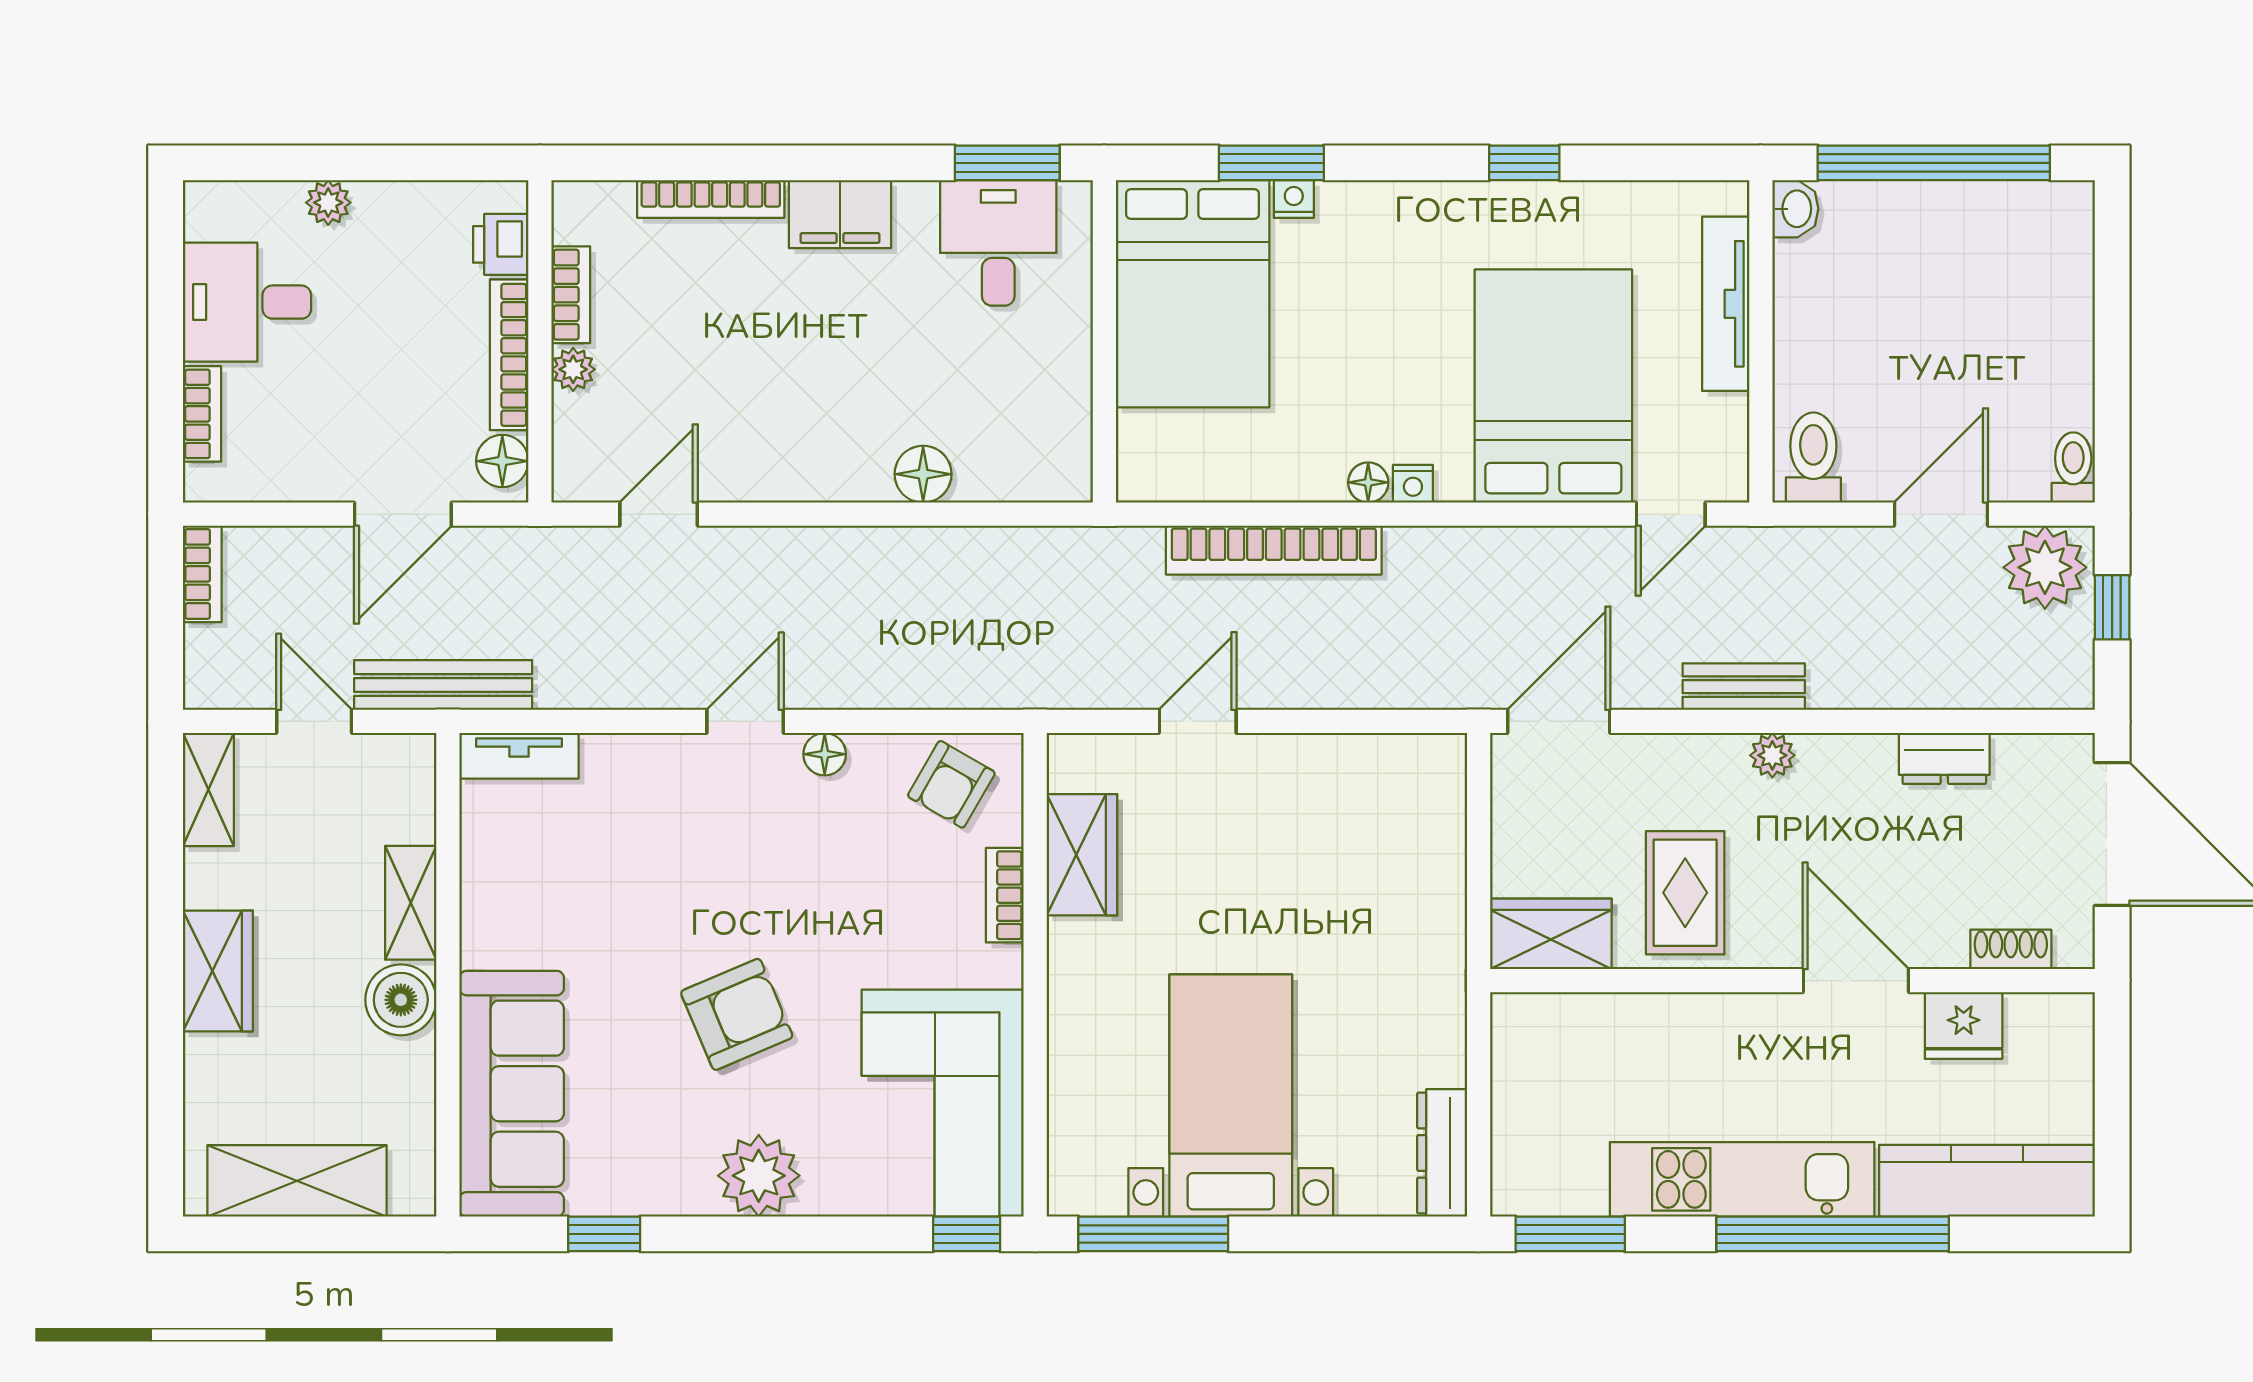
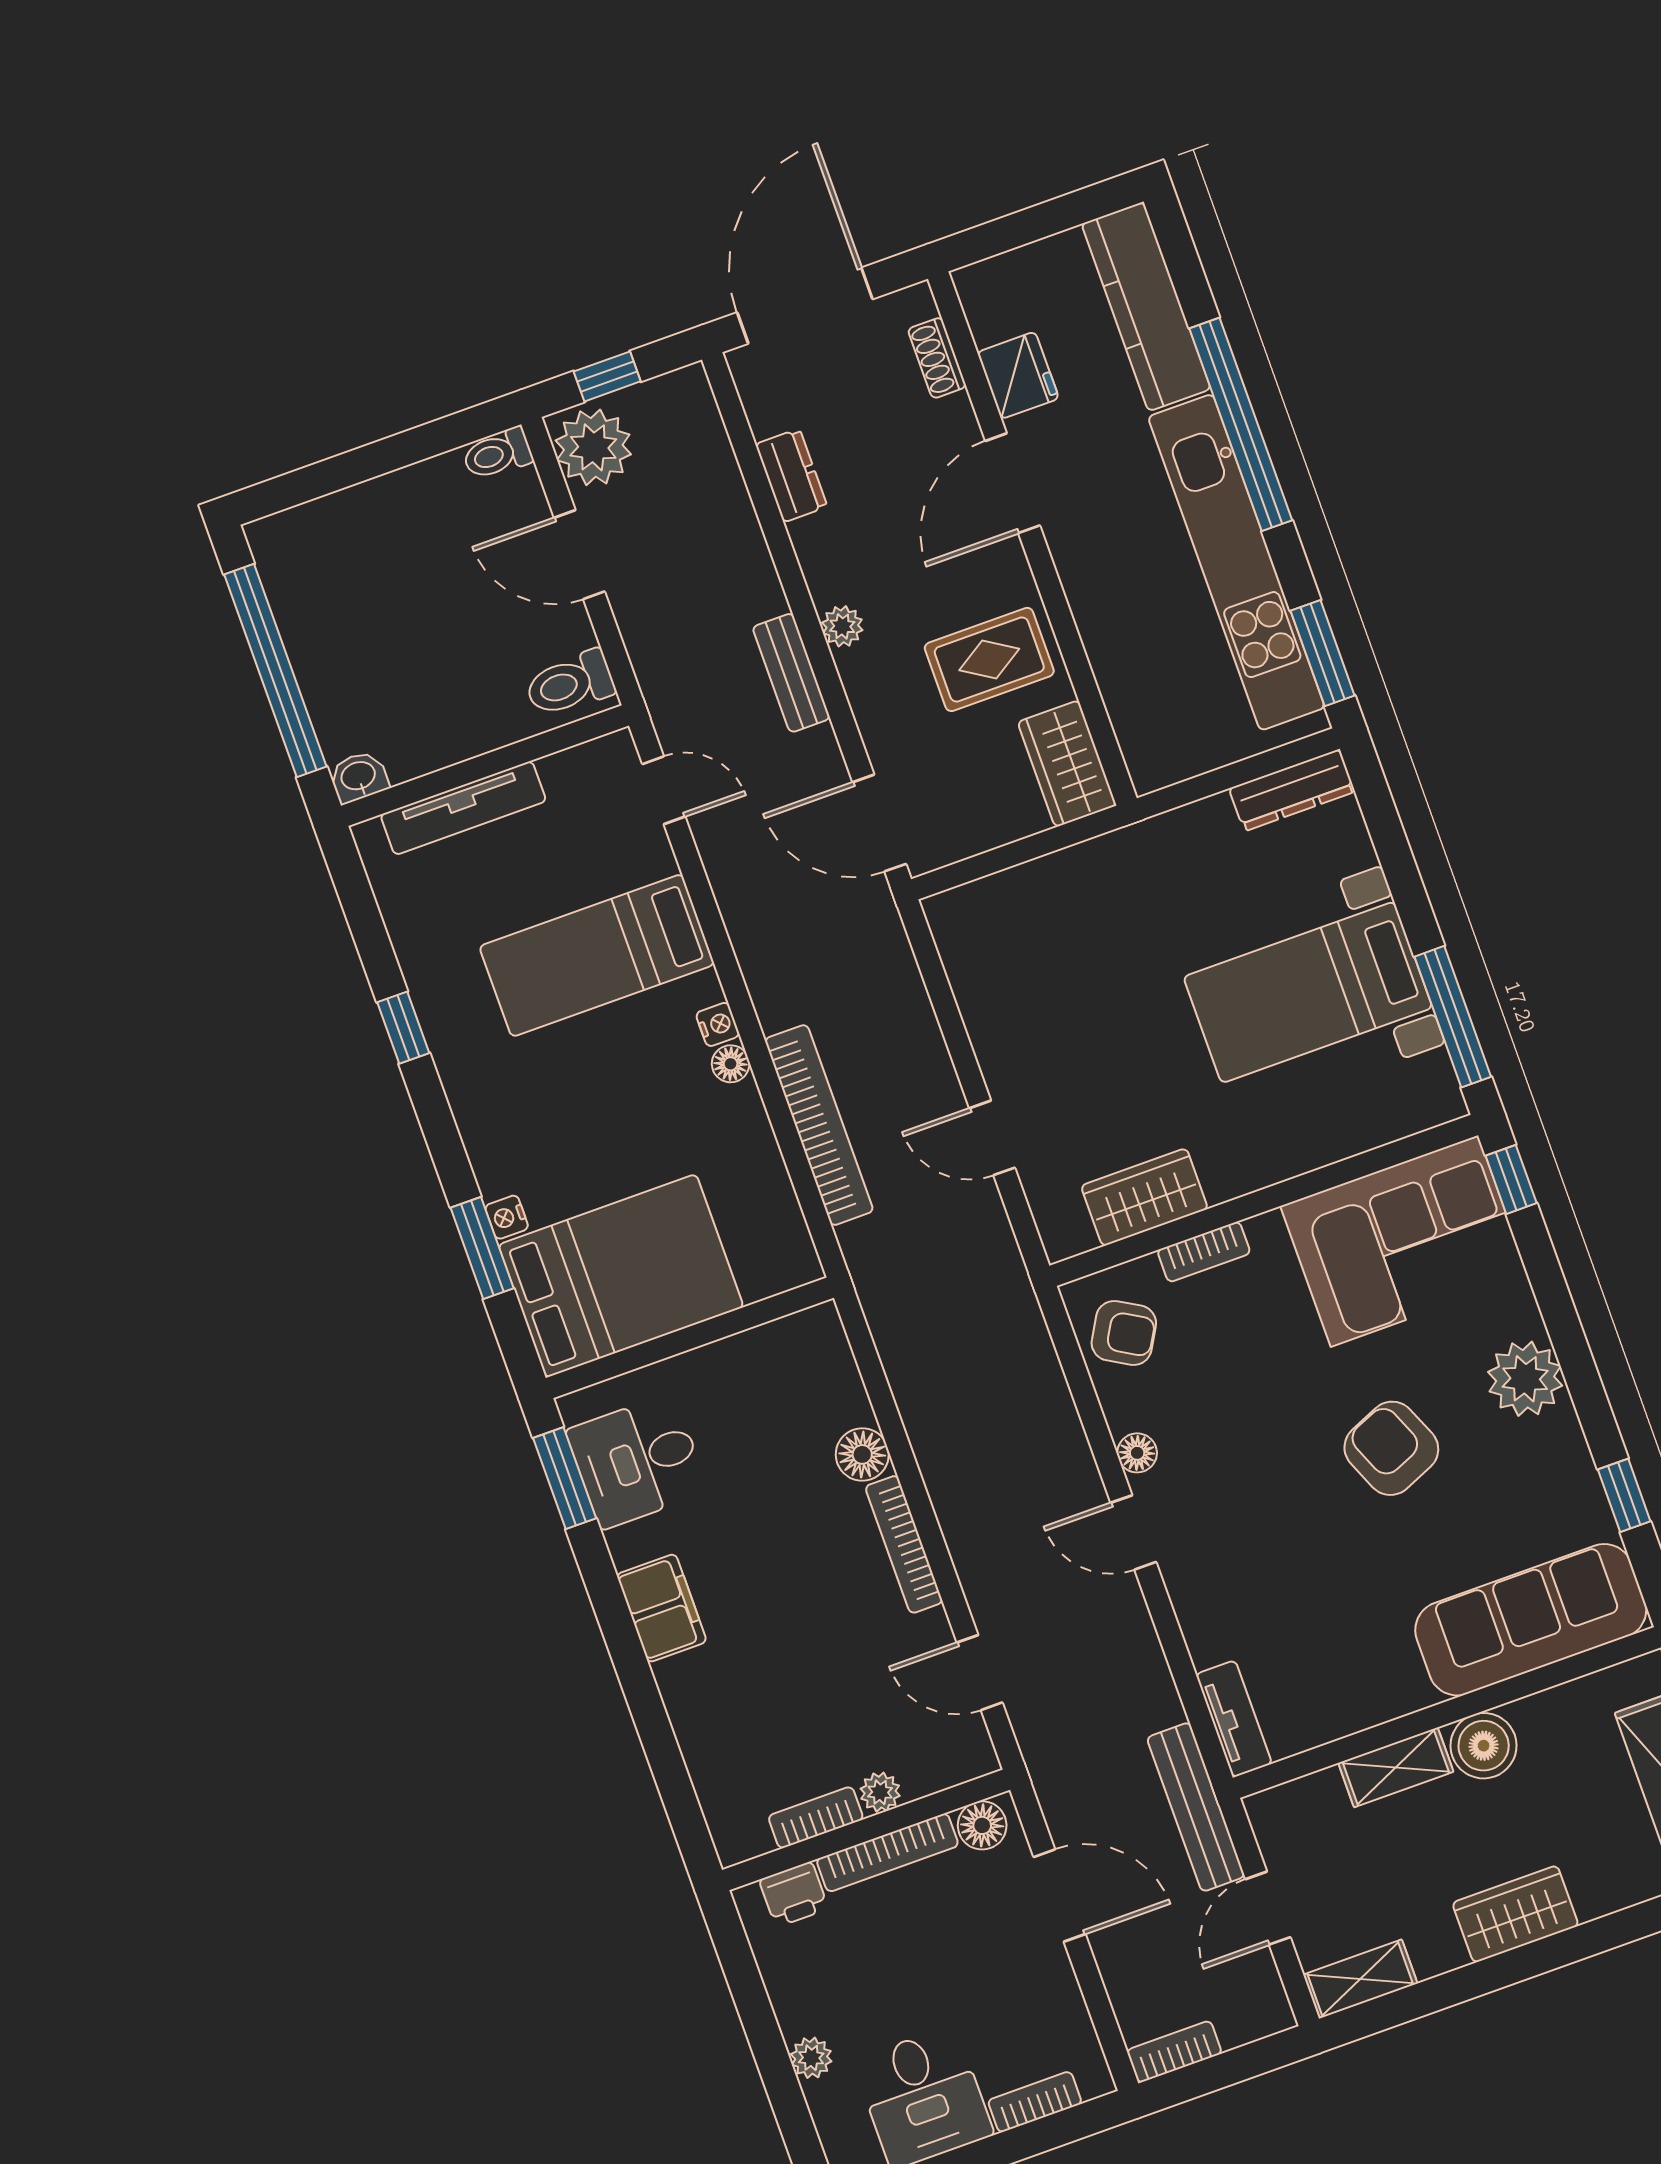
bookcase: (711, 199) -> (904, 1544), moved, turned 180
bed: (1553, 386) -> (597, 955), width x0.67
kitchen unit: (1742, 1179) -> (1236, 562), width x1.36

